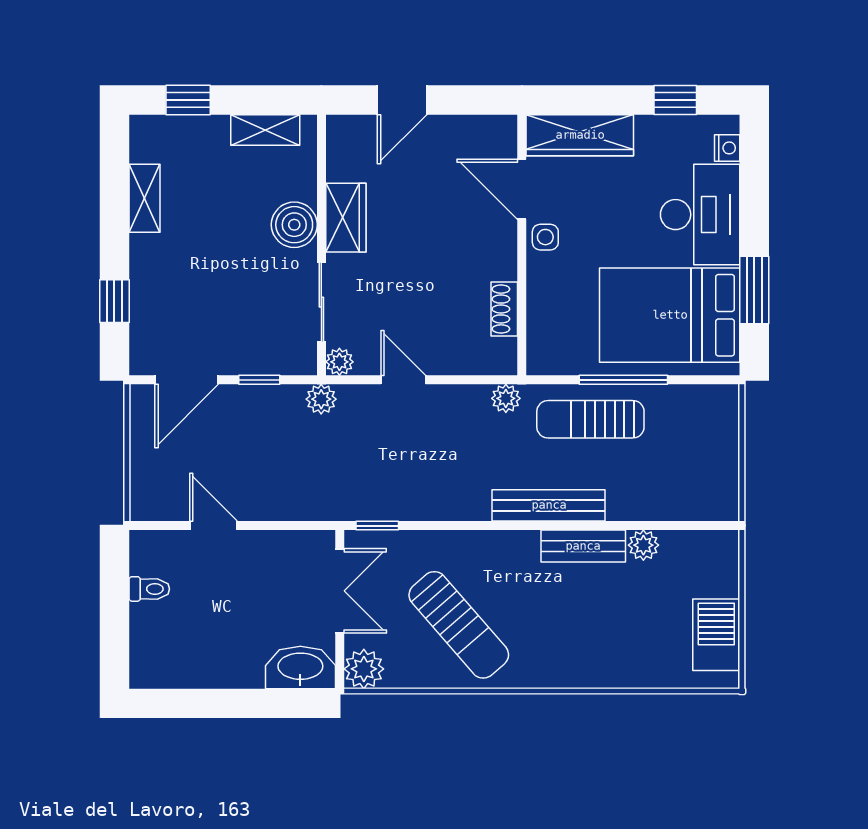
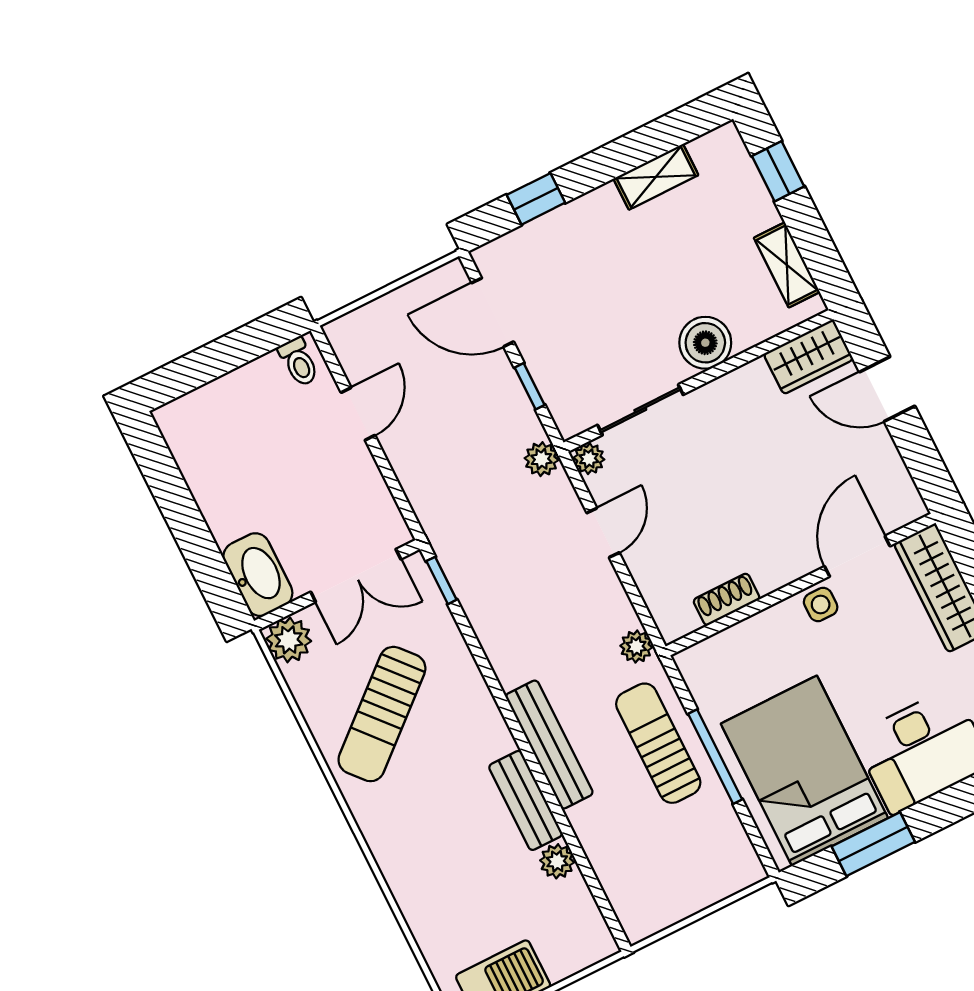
wardrobe: (346, 218) -> (808, 357), moved
toilet: (149, 589) -> (299, 362), moved

